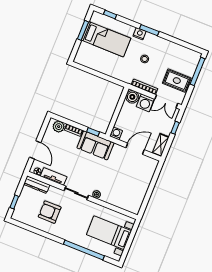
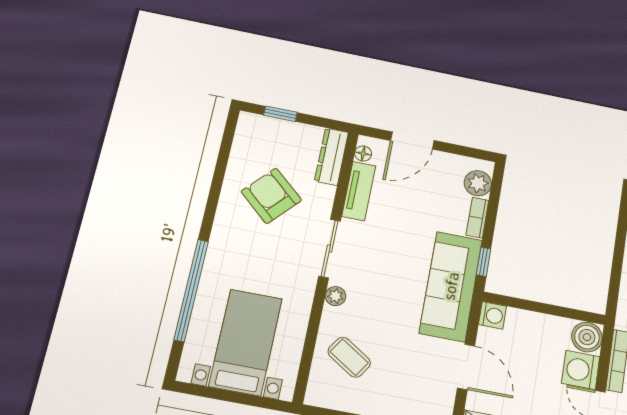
sofa: (95, 145) -> (451, 286), width x1.36
coffee table: (122, 194) -> (349, 357), added
armchair: (50, 212) -> (271, 196), turned -48

